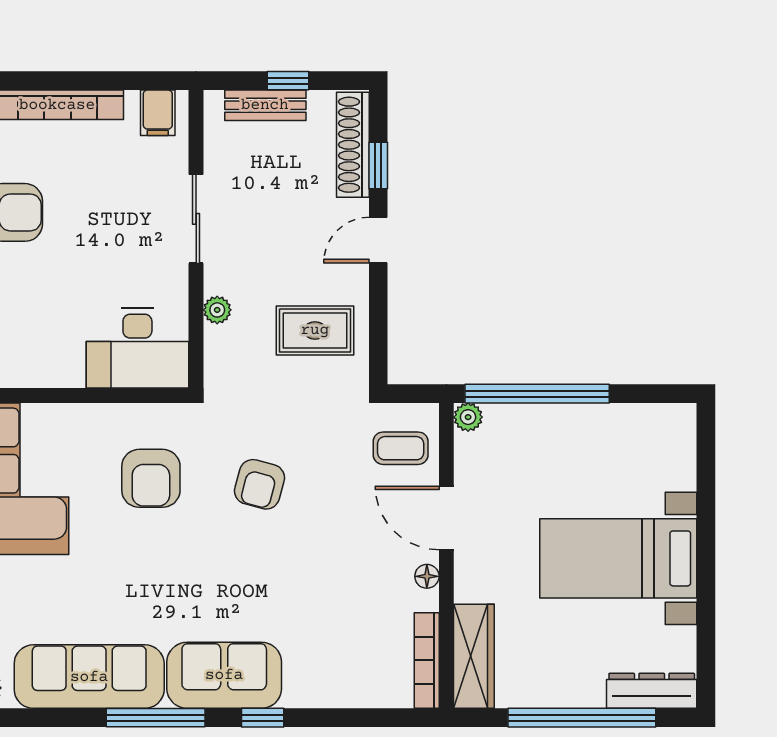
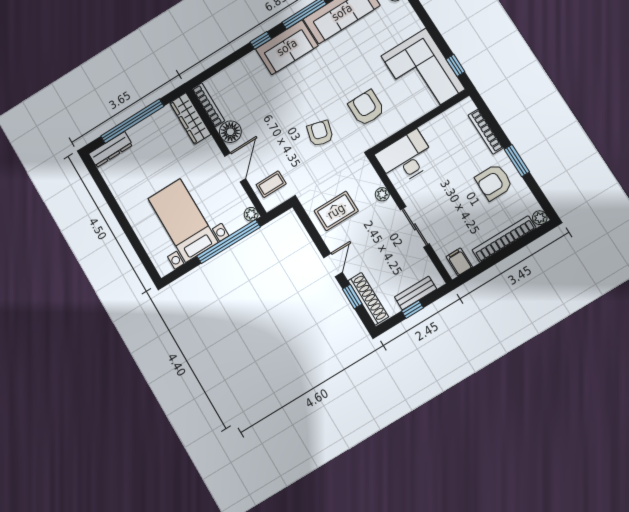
door: (446, 518) -> (235, 167), hinge flipped
bed with nightstands: (618, 558) -> (183, 220), moved, turned -90
floor lamp: (427, 576) -> (230, 132), width x1.89, depth x1.89

